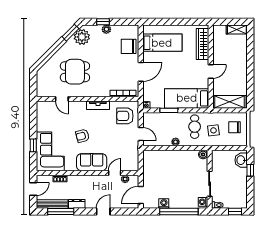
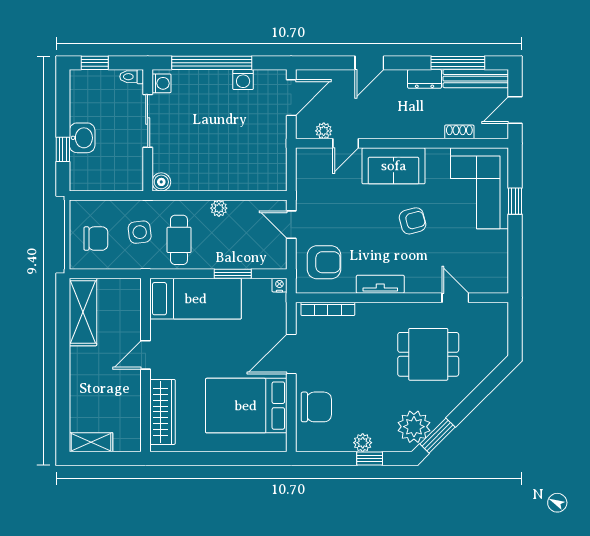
bed: (162, 43) -> (246, 406), width x1.50
shelving: (229, 102) -> (83, 312), moved, turned 90
washbasin: (241, 160) -> (82, 138), moved

